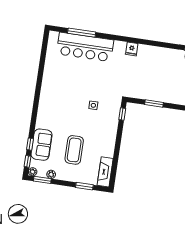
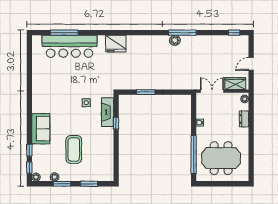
fridge: (132, 49) -> (116, 44), width x1.88, depth x1.34
window: (122, 114) -> (116, 123), moved
sofa: (42, 145) -> (41, 129), moved
fireplace: (105, 172) -> (108, 112), moved
window: (42, 180) -> (62, 184), moved

